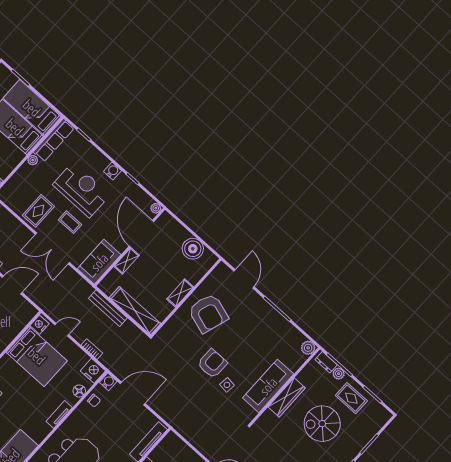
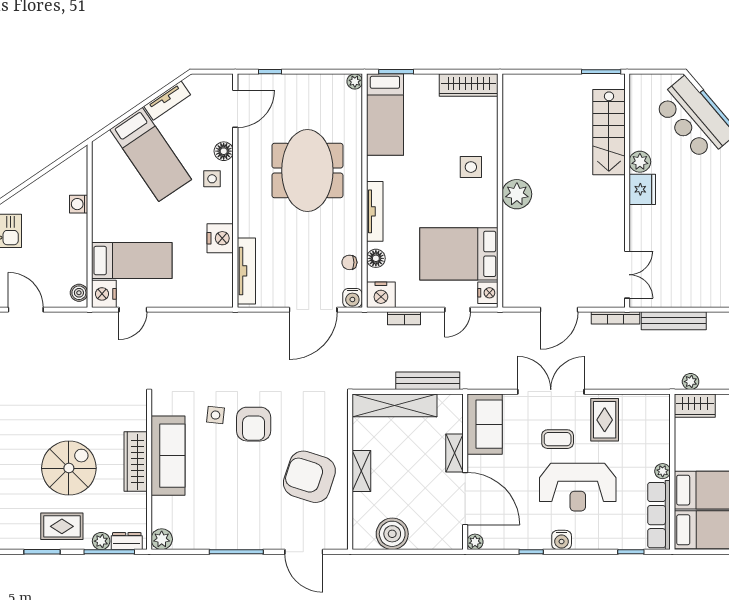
tv unit: (59, 414) -> (375, 211), width x1.41

